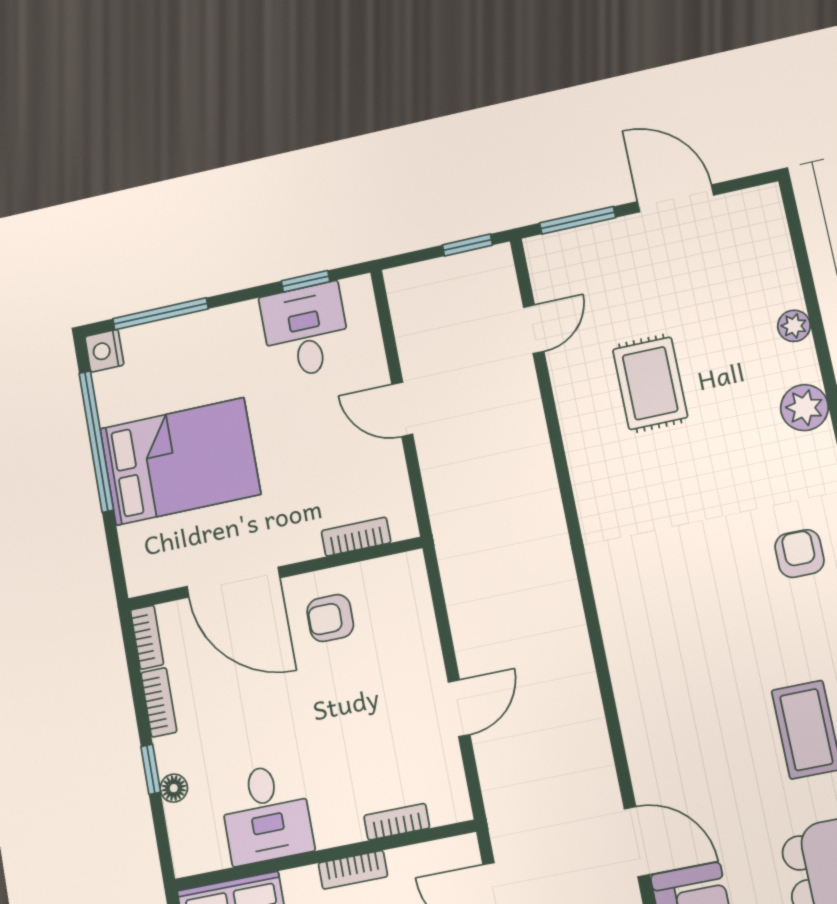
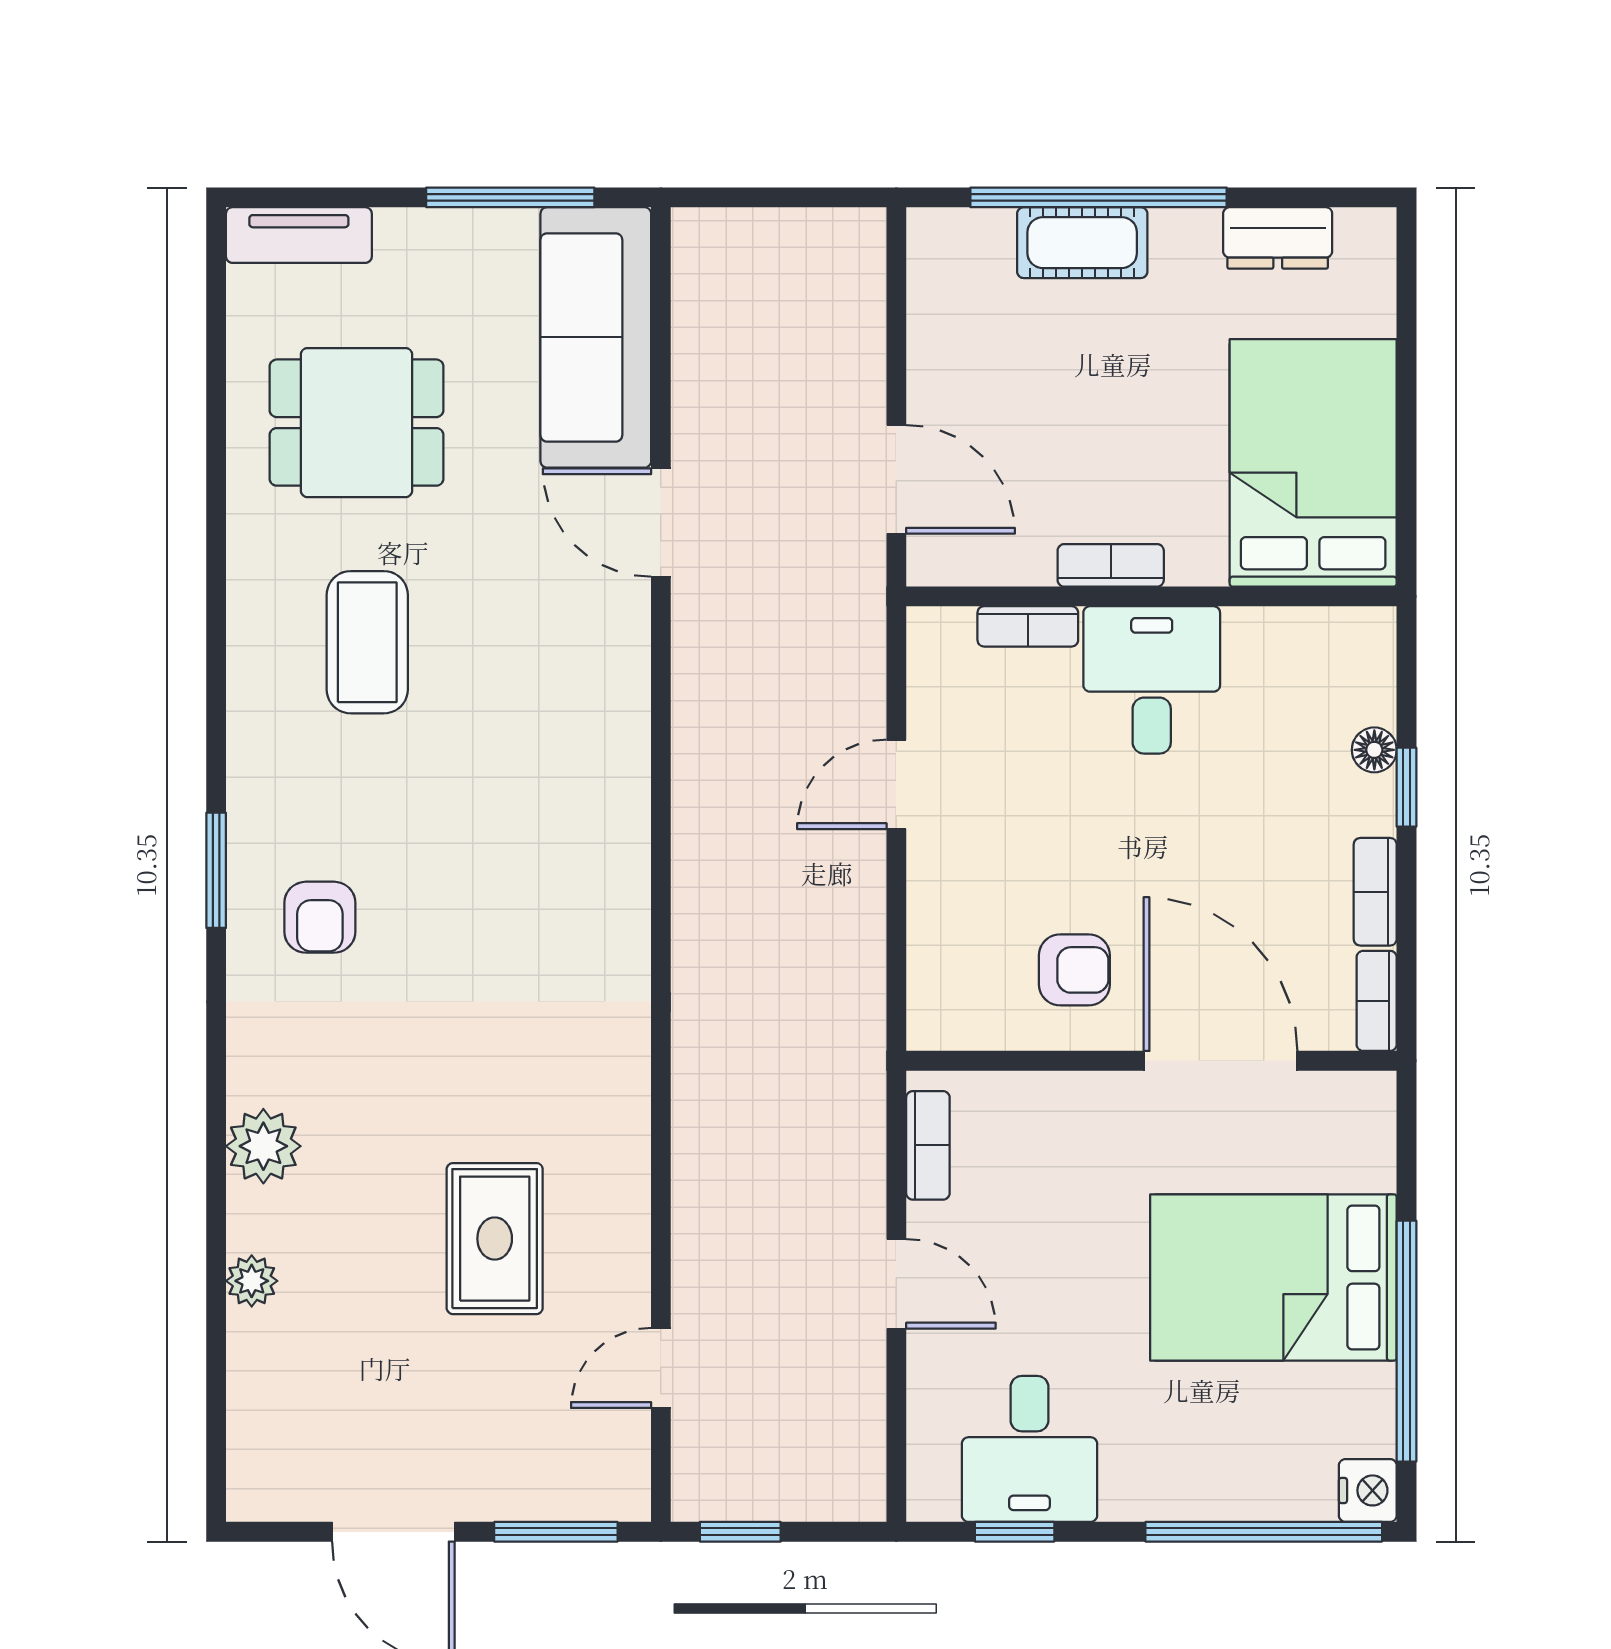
window: (160, 314) -> (1264, 1532), width x1.46
bookcase: (356, 537) -> (928, 1145), moved, turned -90
desk: (266, 814) -> (1152, 680), moved

